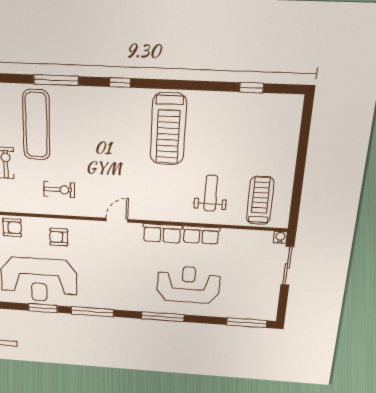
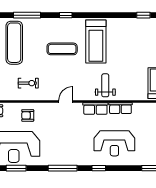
exercise mat: (113, 139) -> (62, 49), added
weight bench: (211, 193) -> (105, 85), moved
reception desk: (188, 285) -> (114, 143), turned 180
window: (92, 312) -> (63, 168), moved
window: (163, 317) -> (99, 168), width x0.46

